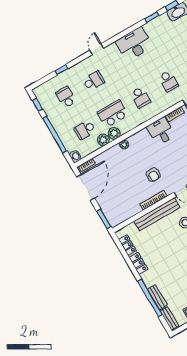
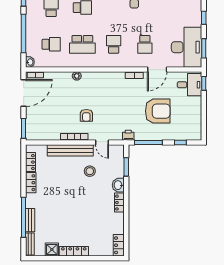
school desk: (141, 97) -> (114, 44), turned 180
school desk: (113, 114) -> (82, 44), turned 180
school desk: (85, 130) -> (51, 44), turned 180
desk: (161, 131) -> (114, 83), removed
plant: (114, 133) -> (74, 62), removed
plant: (103, 140) -> (62, 62), removed

